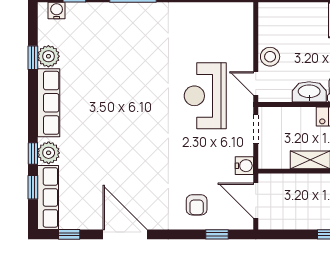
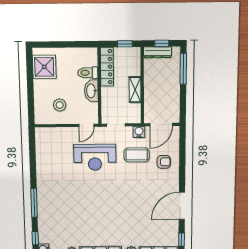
stool: (270, 57) -> (60, 105), moved
coffee table: (208, 162) -> (137, 155), added
window: (217, 234) -> (182, 149), removed

